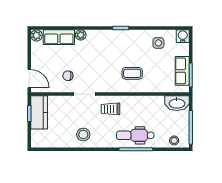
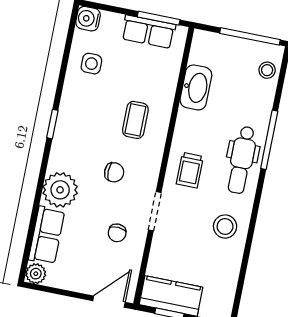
plant: (81, 35) -> (60, 190), width x1.88, depth x1.88
chair: (101, 67) -> (114, 172), added
washbasin: (177, 103) -> (196, 87), moved
dental chair: (135, 135) -> (242, 160), moved

